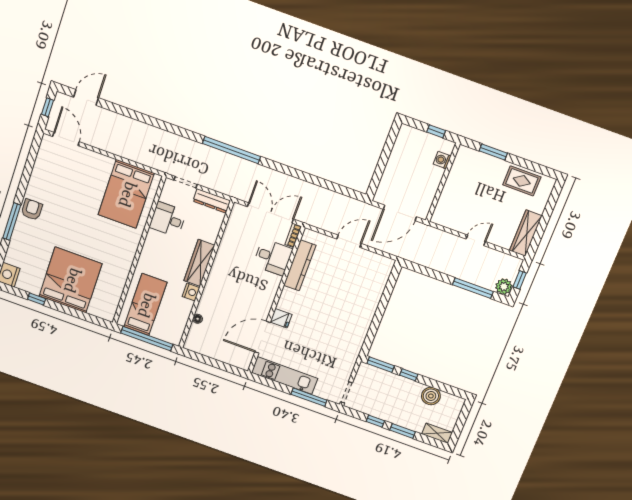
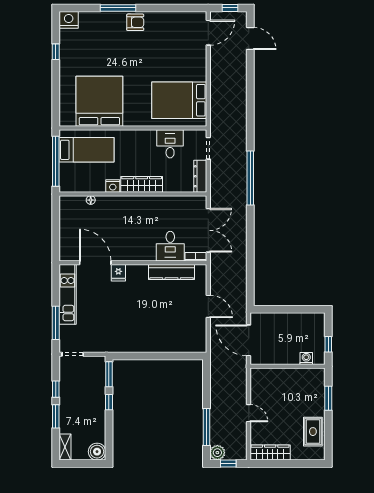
bed: (71, 280) -> (99, 101), moved, turned -90
boiler: (431, 396) -> (97, 452), moved

